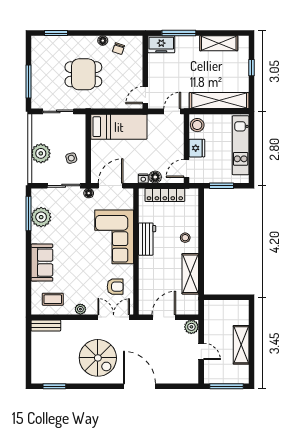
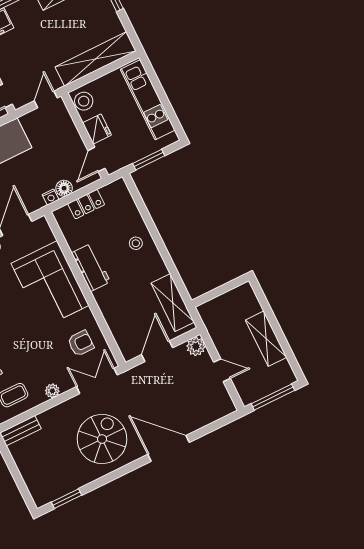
locker: (165, 195) -> (86, 204), width x0.66
shelving: (190, 274) -> (173, 303), moved
spiral stairs: (98, 358) -> (102, 439), turned -90

